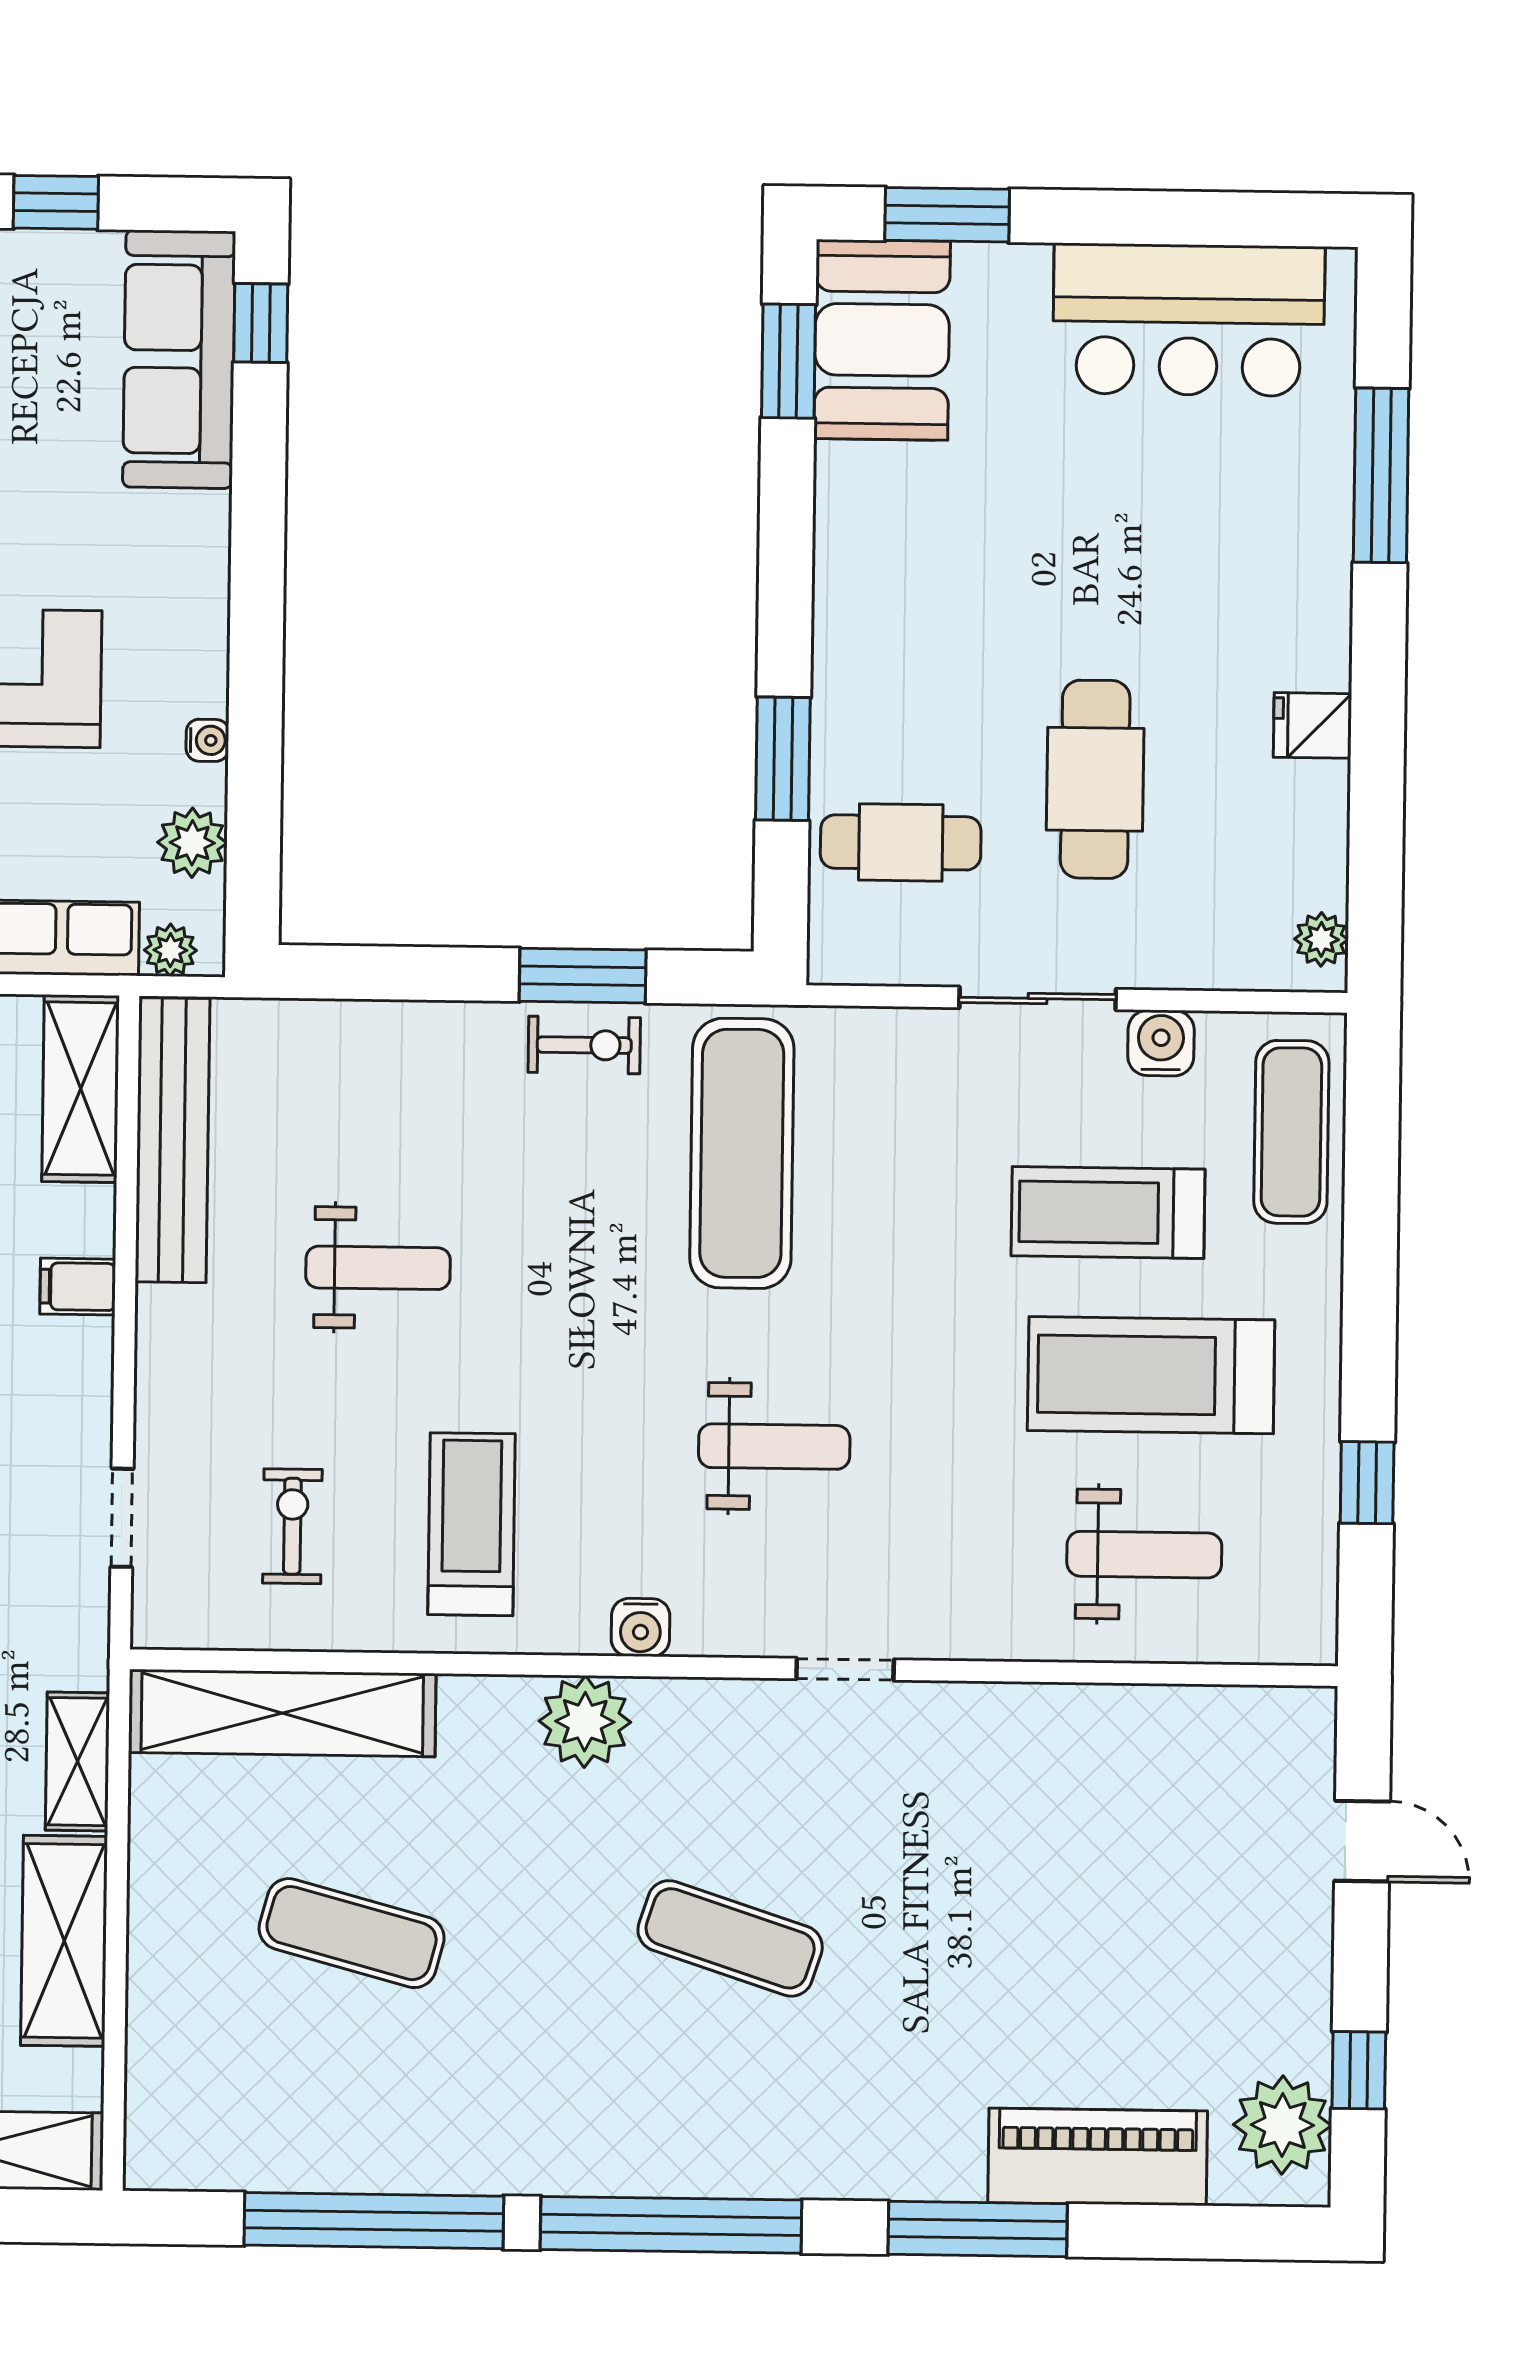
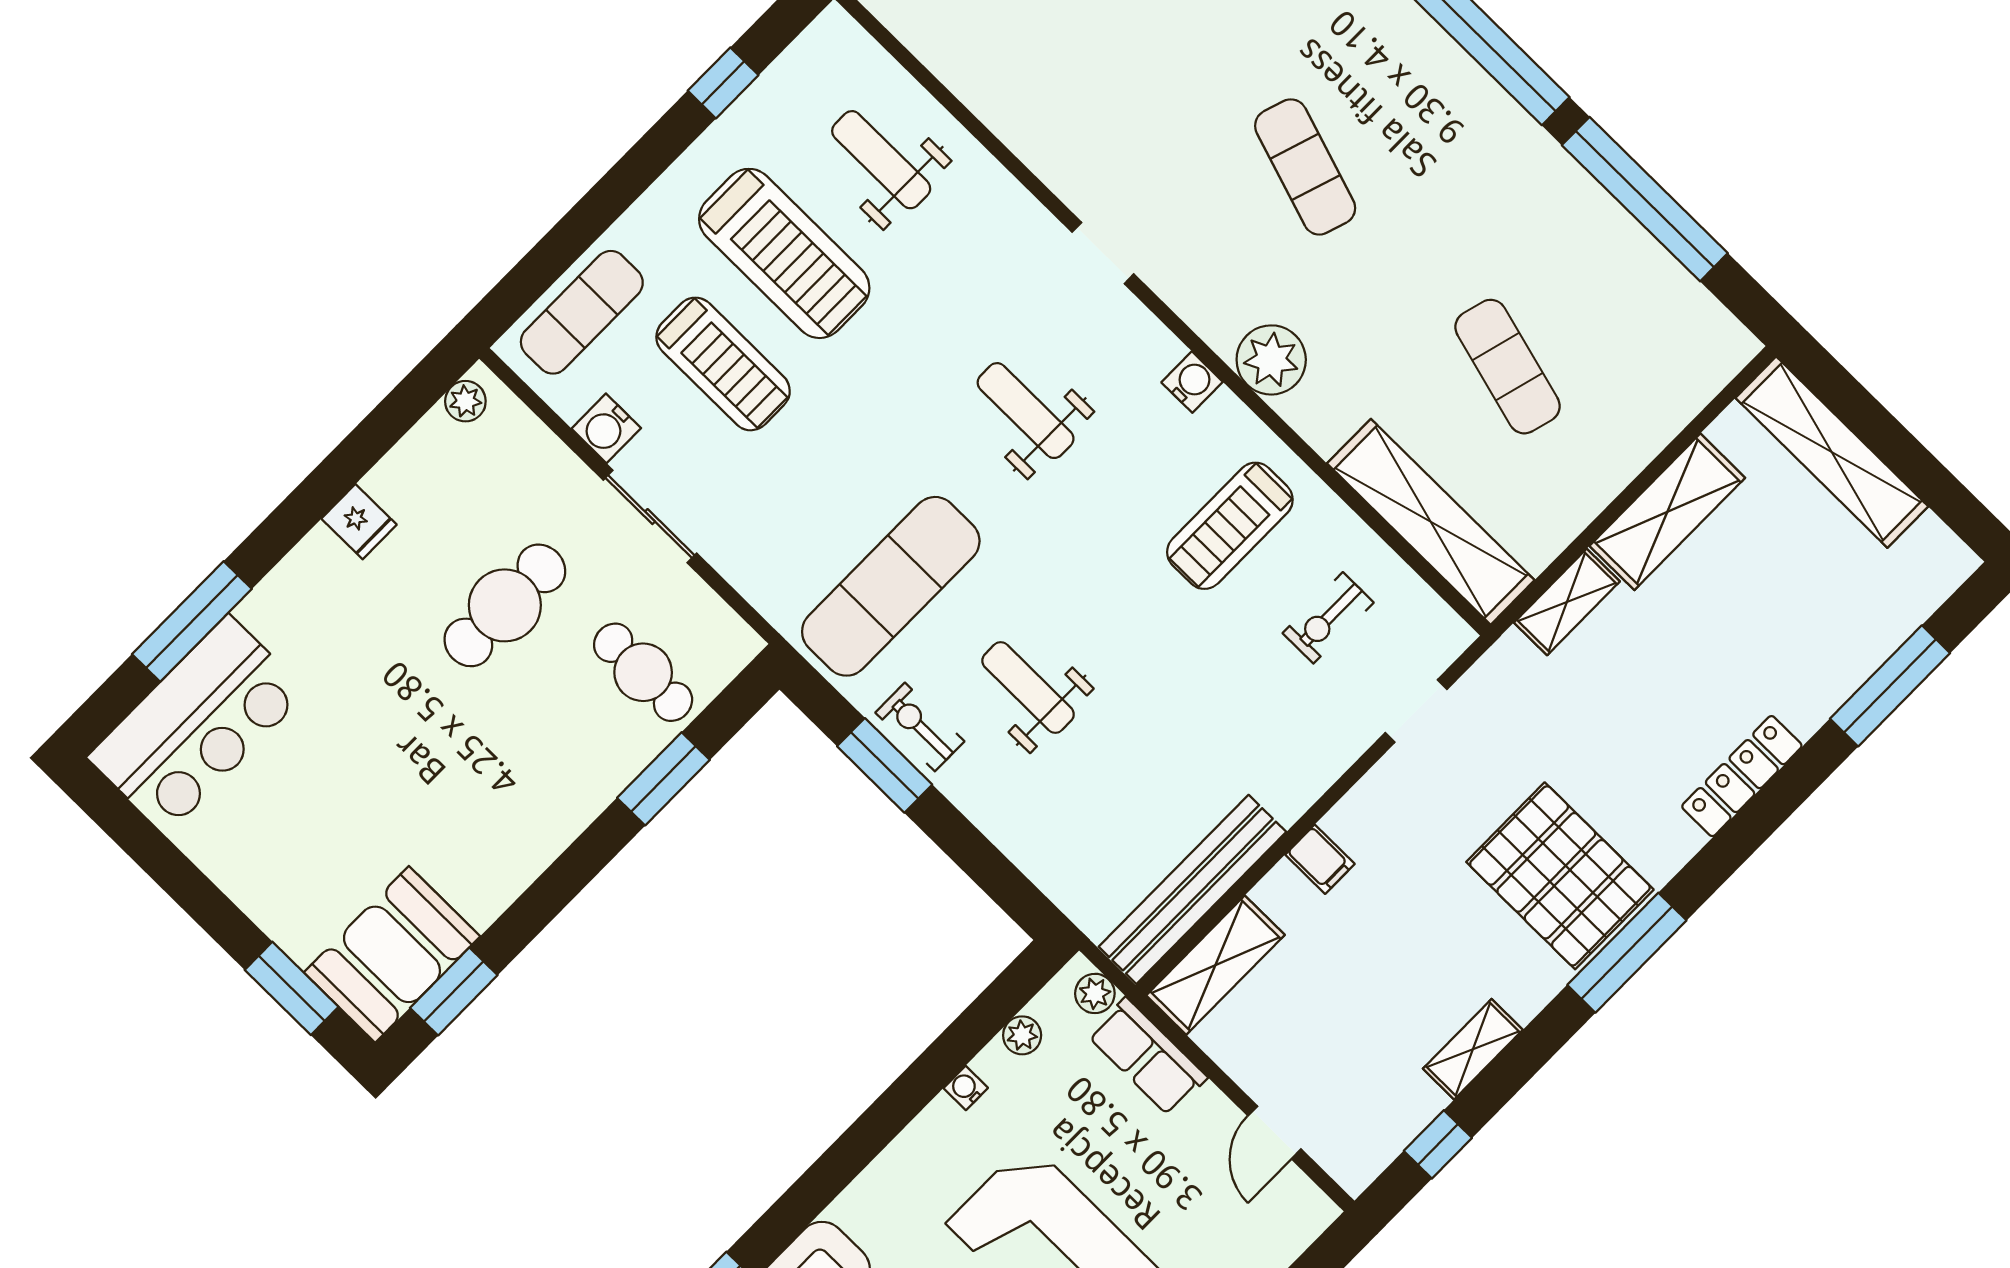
bar counter: (1189, 320) -> (197, 725), moved, turned 90
plant: (192, 843) -> (1022, 1035), width x0.73, depth x0.73
weight bench: (378, 1268) -> (1028, 687), moved

